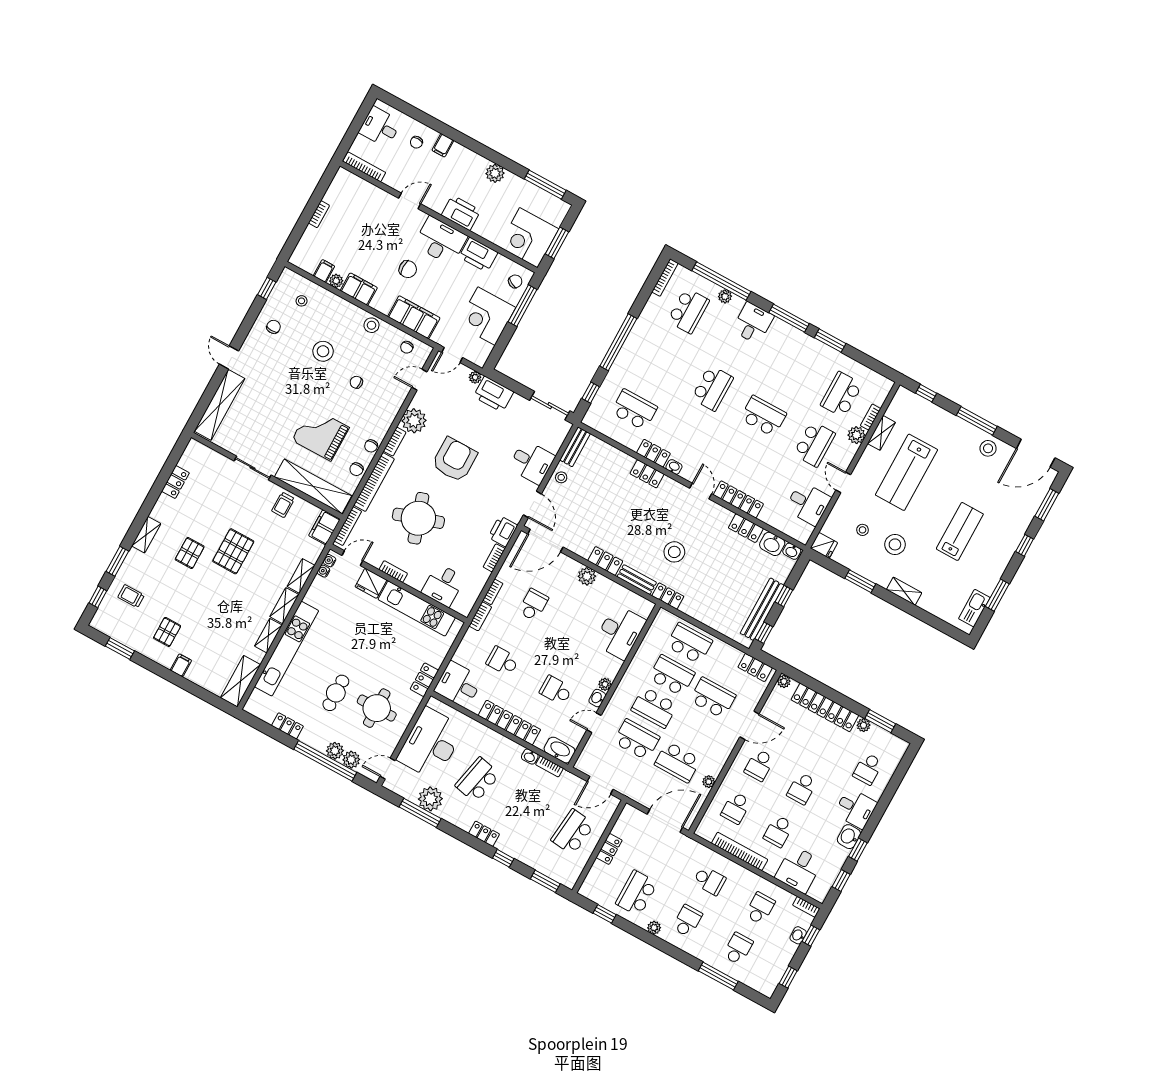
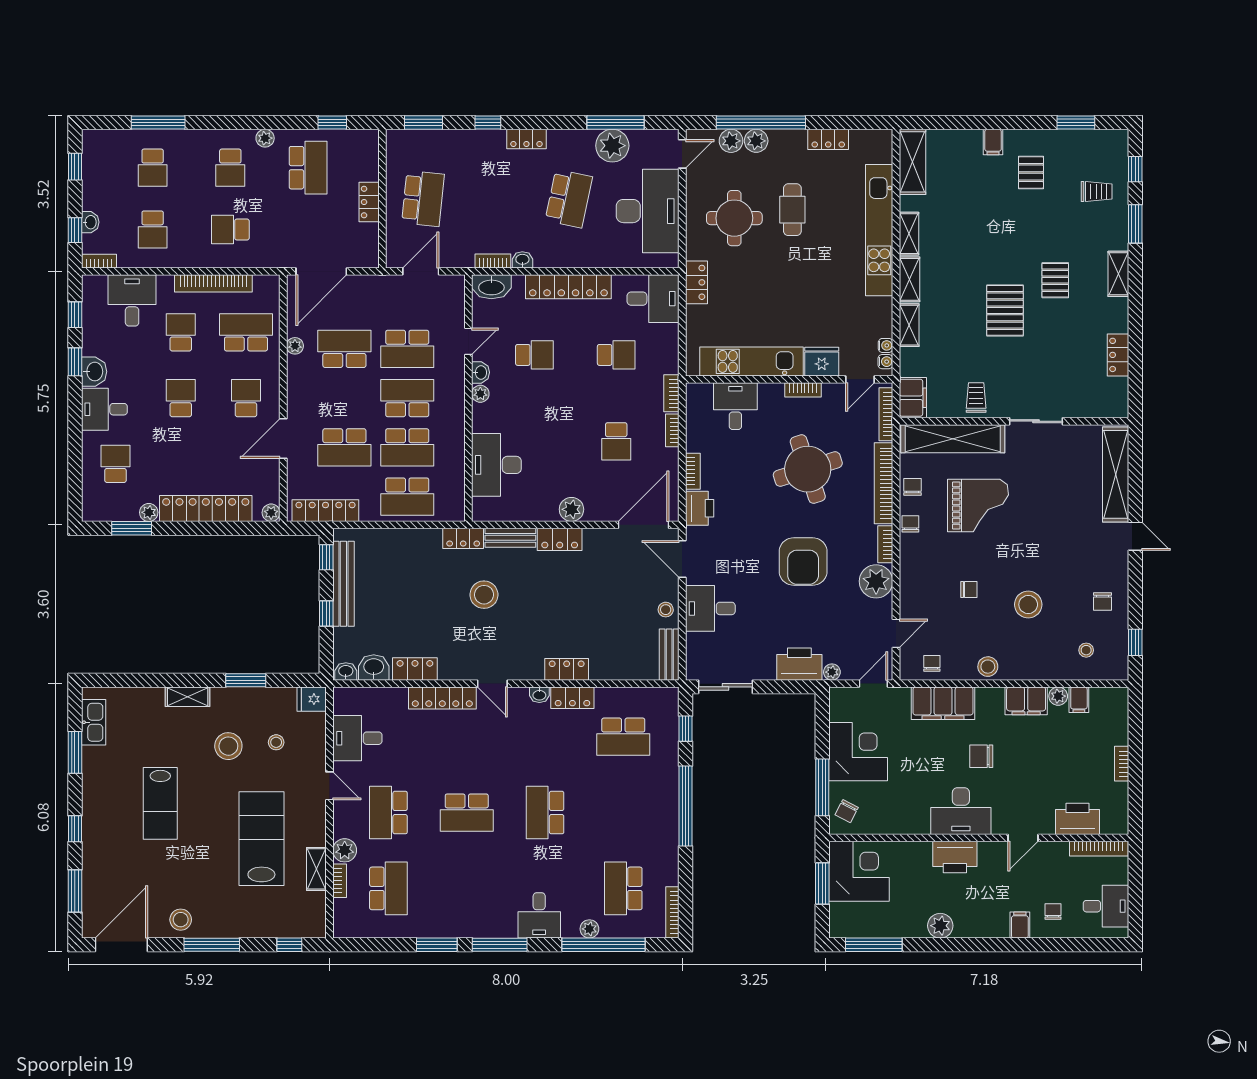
printer: (478, 255) -> (1077, 819), moved
locker: (755, 667) -> (325, 511), width x1.53
school desk: (736, 808) -> (246, 332), width x1.85

